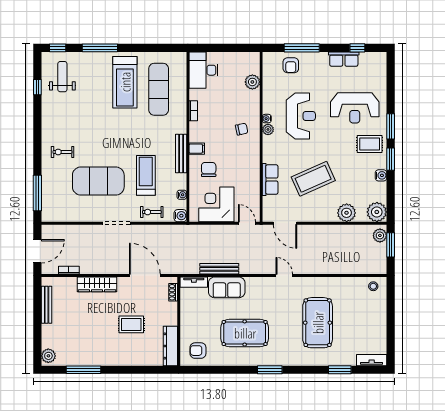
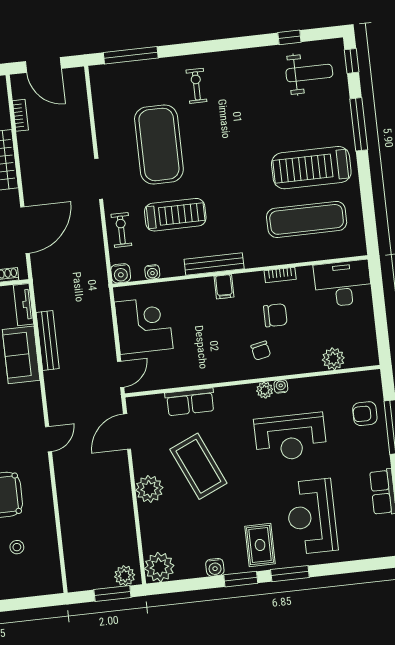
chair: (209, 170) -> (275, 315), moved
plant: (347, 213) -> (149, 489), moved
stool: (373, 286) -> (17, 547), moved

